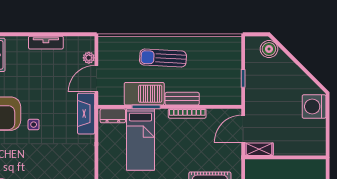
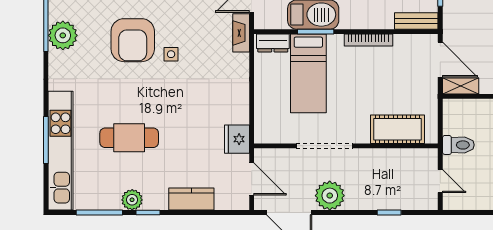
bench: (182, 99) -> (416, 21), moved
fireplace: (86, 114) -> (241, 33), width x0.73, depth x0.76
door: (243, 129) -> (440, 60), swing flipped

